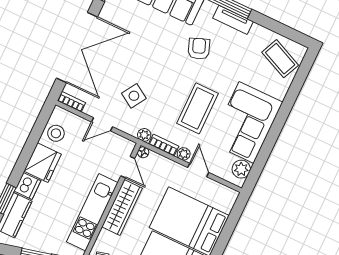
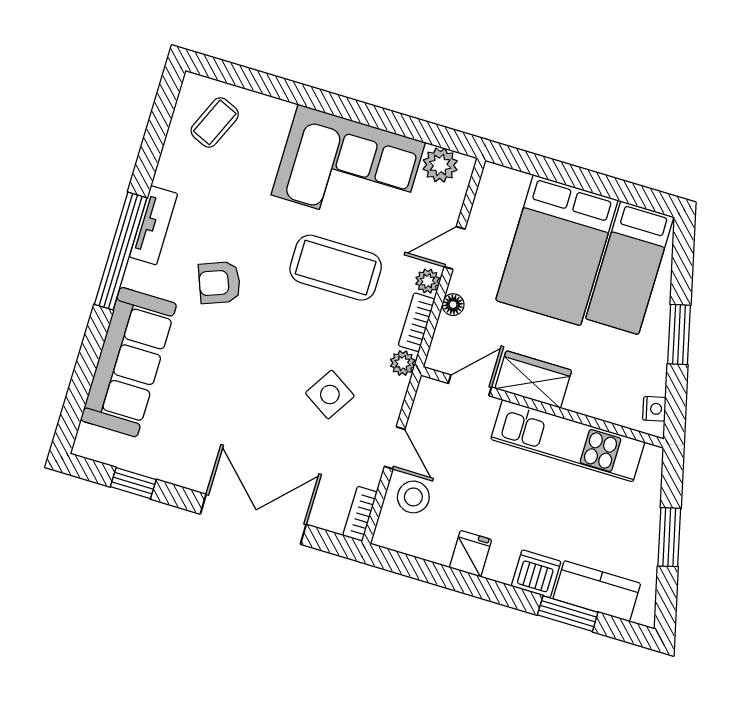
double door: (77, 47) -> (253, 519), width x0.73
coffee table: (280, 59) -> (215, 122), width x0.73, depth x0.77
stool: (56, 133) -> (413, 497), moved
floor lamp: (143, 152) -> (453, 305), moved
fridge: (43, 163) -> (471, 554), width x0.53, depth x0.75
wardrobe: (122, 207) -> (533, 379), width x0.67

